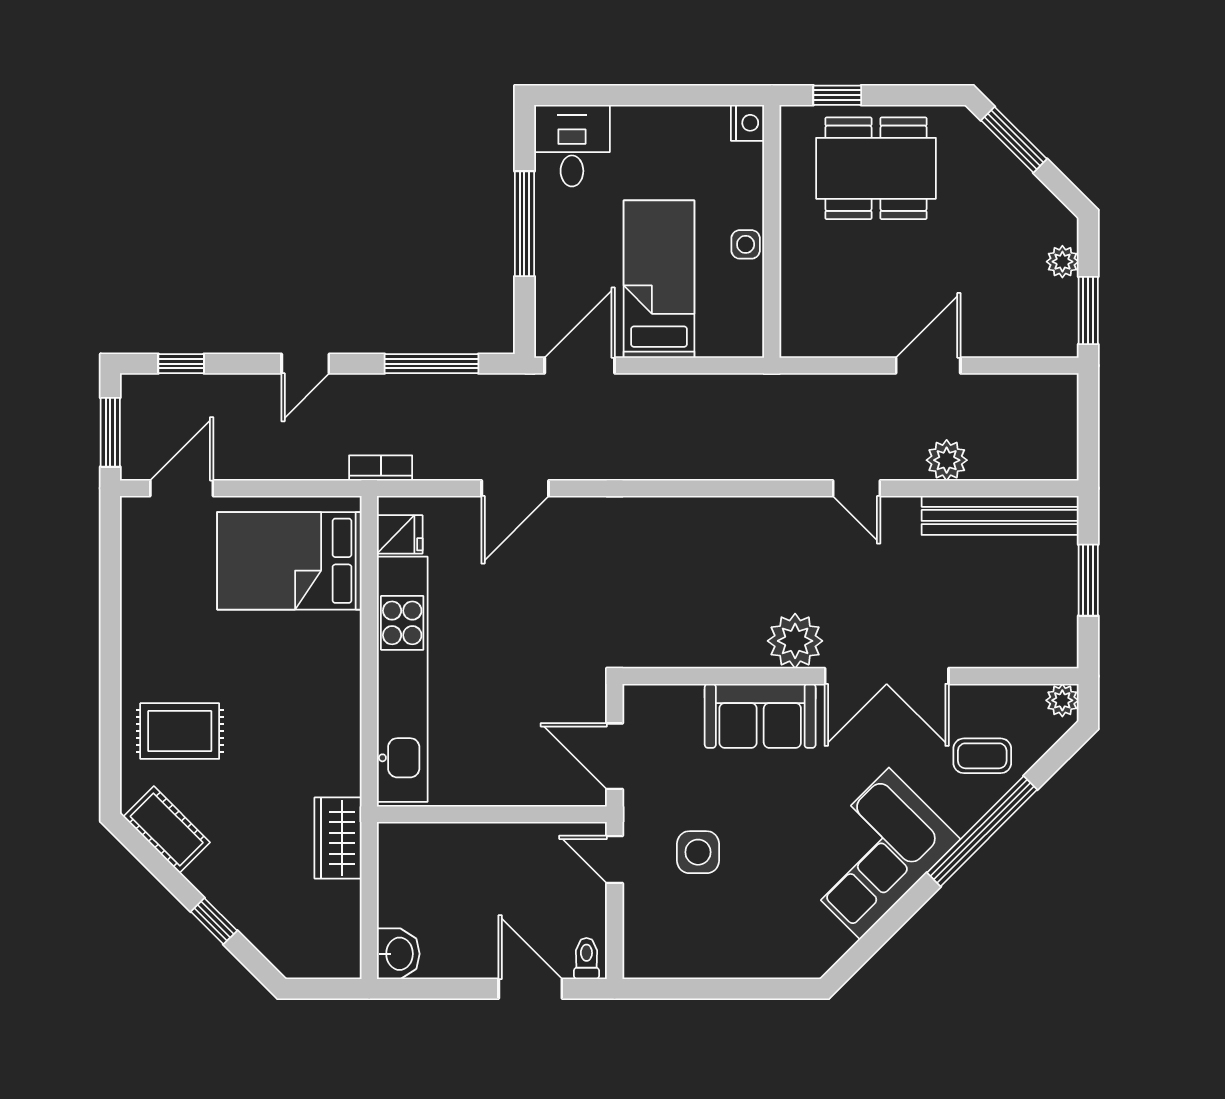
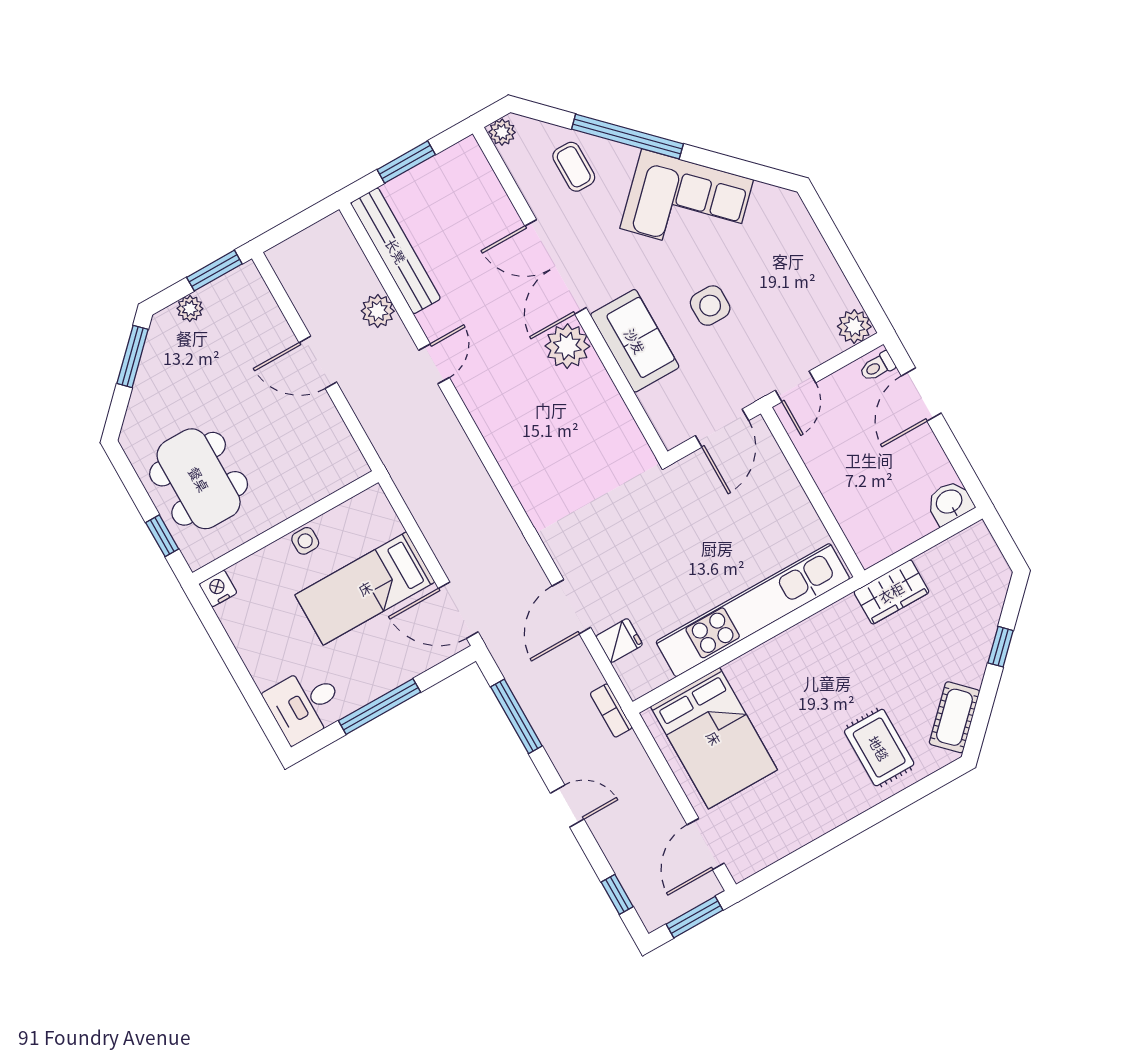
window: (1014, 140) -> (133, 356), moved
door: (182, 488) -> (706, 844), hinge flipped
door: (515, 488) -> (571, 607), swing flipped
fridge: (400, 534) -> (619, 641), moved, turned 90
double door: (887, 676) -> (556, 267), swing flipped
side table: (698, 852) -> (710, 306), moved
plant: (643, 958) -> (854, 326), added

